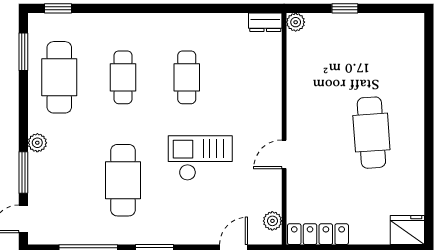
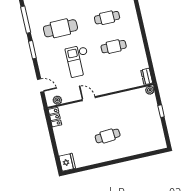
cafe table: (371, 133) -> (108, 136), width x0.73, depth x0.74
checkout: (200, 158) -> (78, 61), turned 180
locker: (318, 234) -> (55, 117), width x0.66

